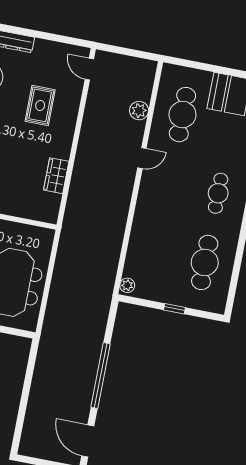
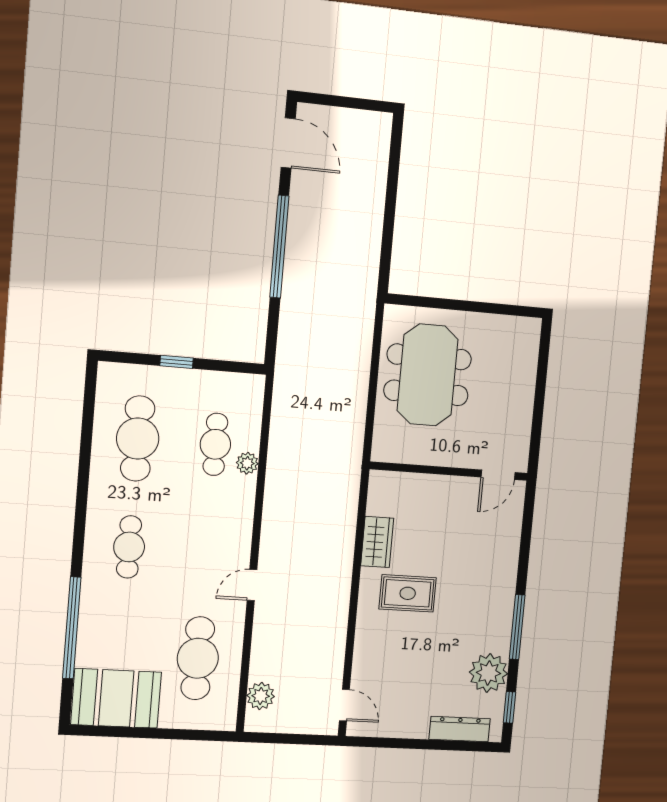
rug: (40, 105) -> (408, 593), moved, turned 90
plant: (139, 111) -> (261, 696), moved
cafe table: (156, 253) -> (215, 444), added
plant: (127, 285) -> (247, 463), moved

